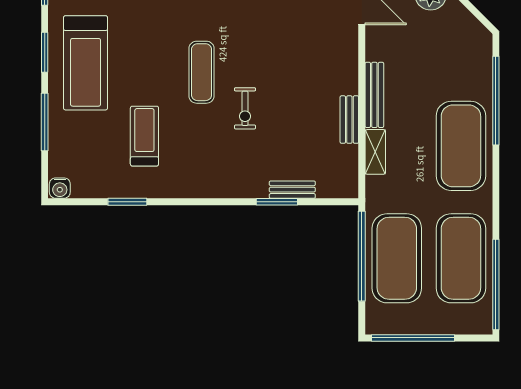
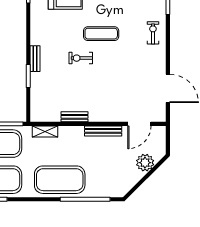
bench: (374, 95) -> (103, 131), moved
shelving: (375, 152) -> (45, 131), moved
bench: (292, 190) -> (35, 59), moved

